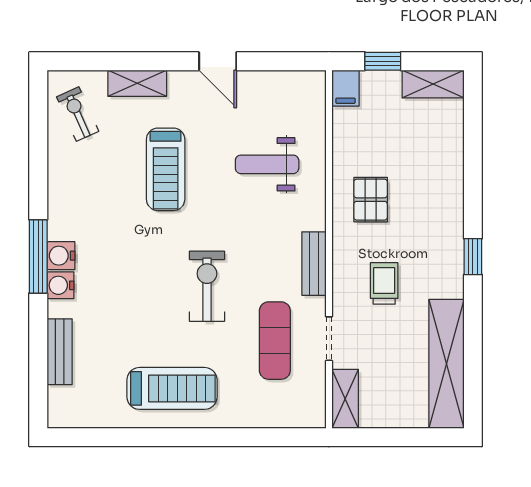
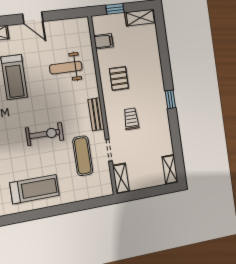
filing cabinet: (346, 88) -> (104, 41), moved, turned -90
exercise bike: (207, 286) -> (45, 134), turned 90
shelving: (447, 364) -> (170, 169), width x0.45, depth x0.75

